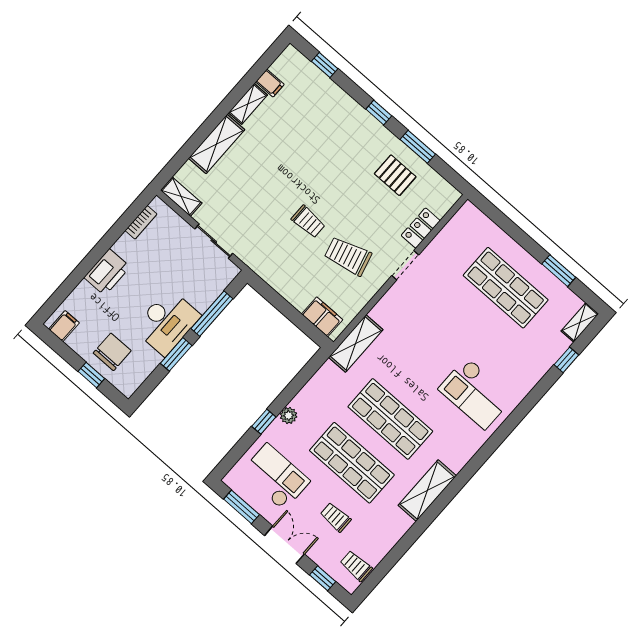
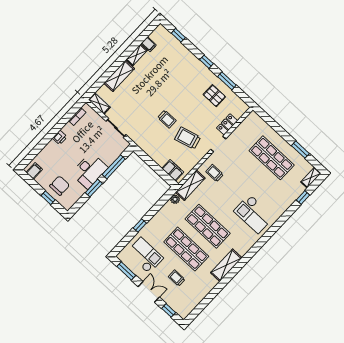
printer: (107, 272) -> (60, 137), width x0.53, depth x0.68
plant: (289, 416) -> (175, 199), moved
trolley: (356, 566) -> (215, 173), moved

